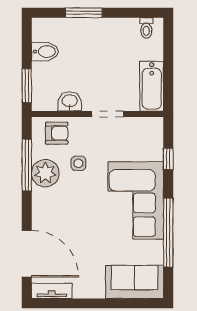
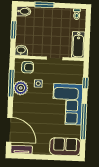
bidet: (45, 52) -> (24, 11), moved
window: (27, 86) -> (13, 30), moved
washbasin: (70, 101) -> (21, 50), moved

